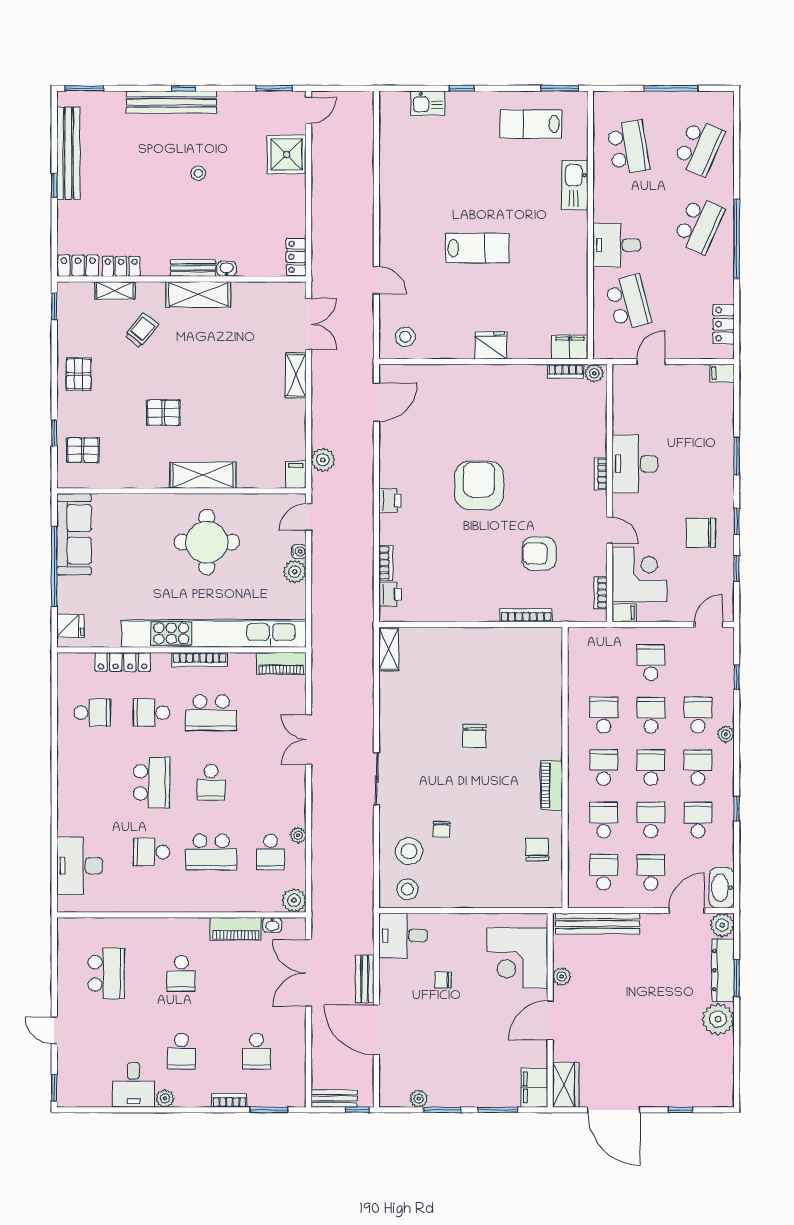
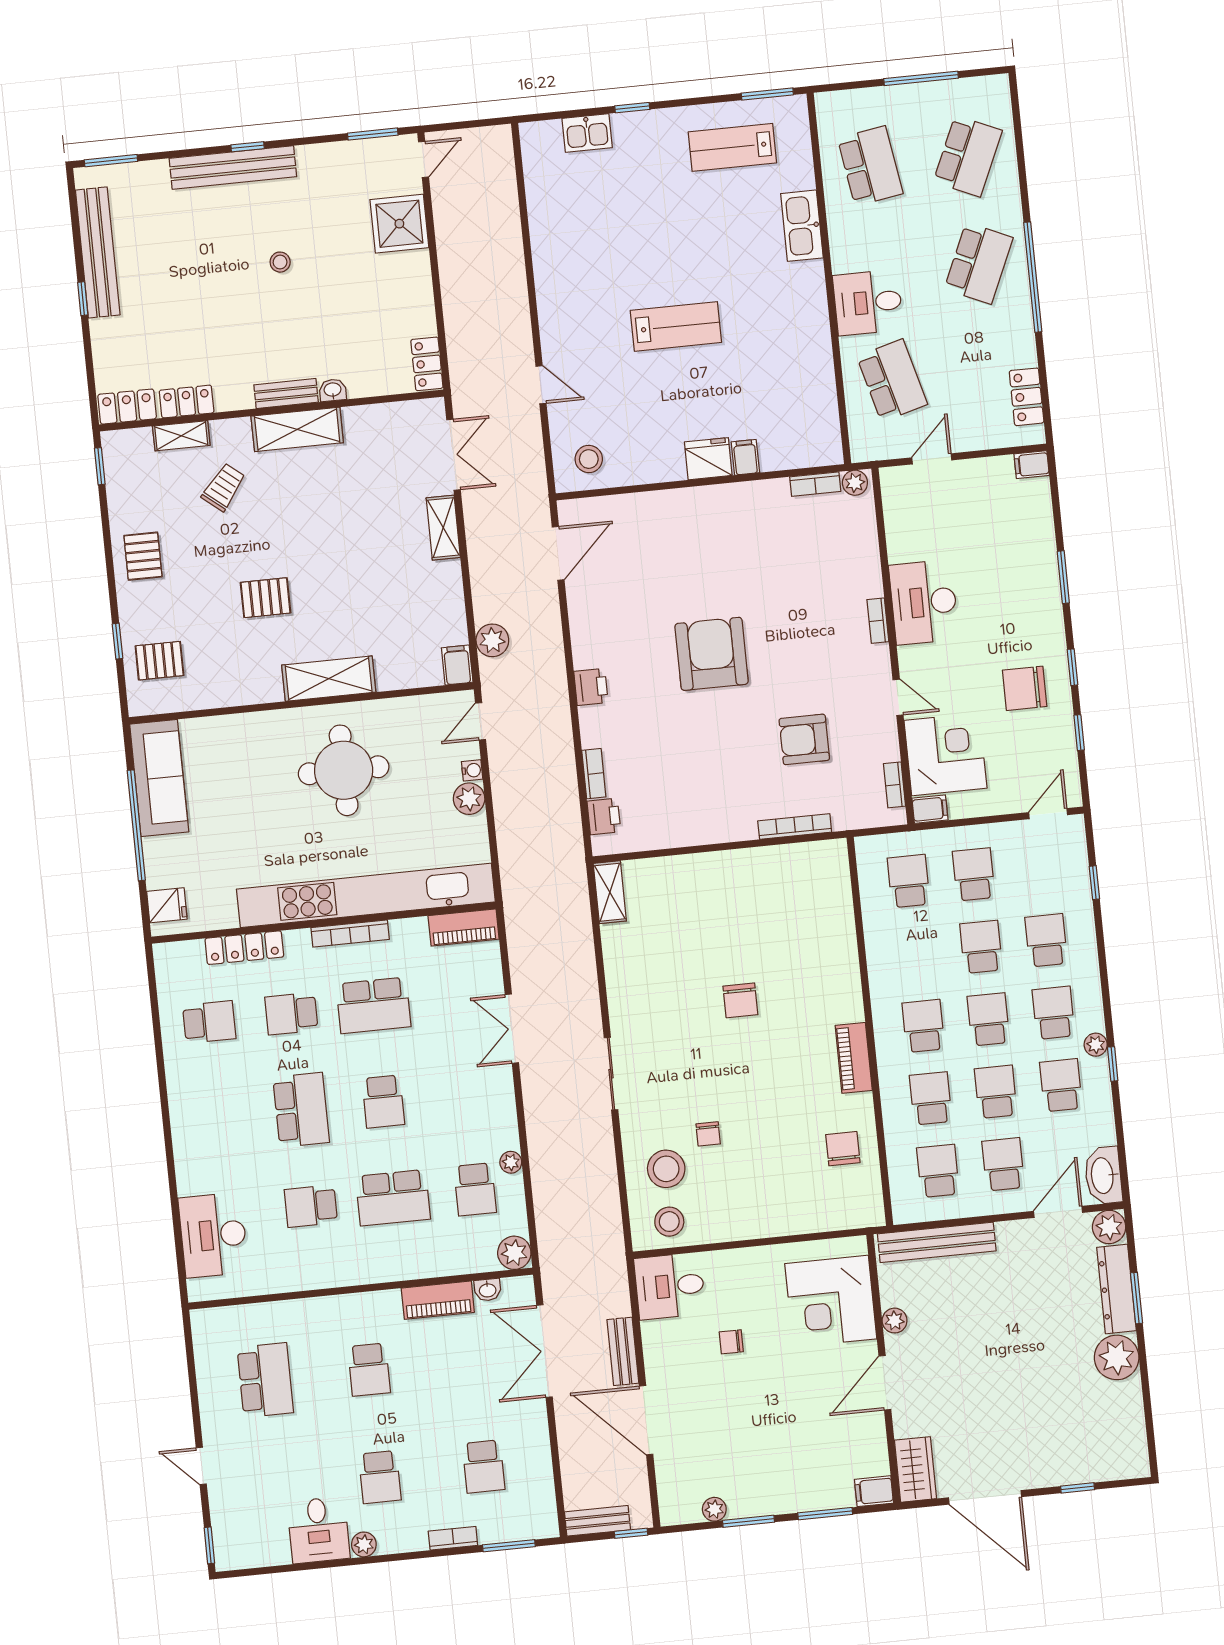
filing cabinet: (570, 347) -> (745, 457), moved, width x0.50
school desk: (604, 715) -> (909, 881), moved
plant: (726, 734) -> (1096, 1045), moved
filing cabinet: (534, 1087) -> (874, 1491), width x0.50

